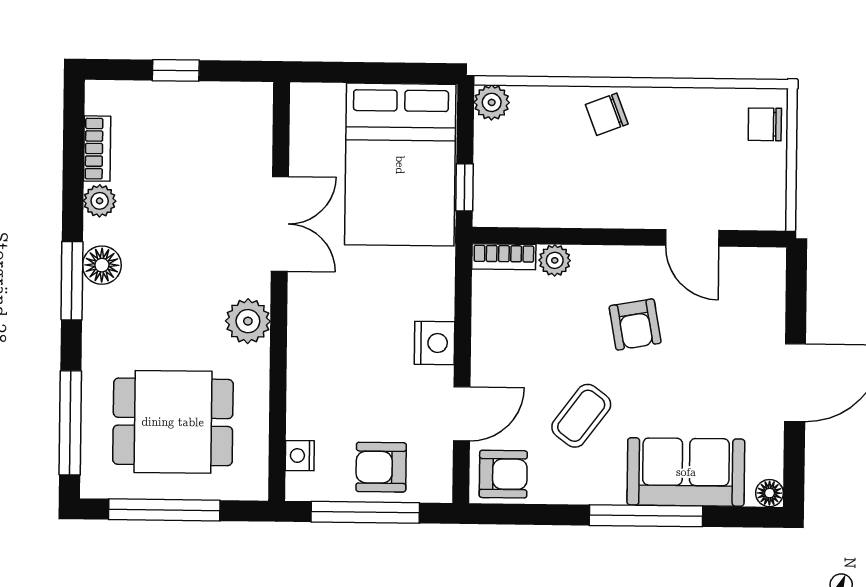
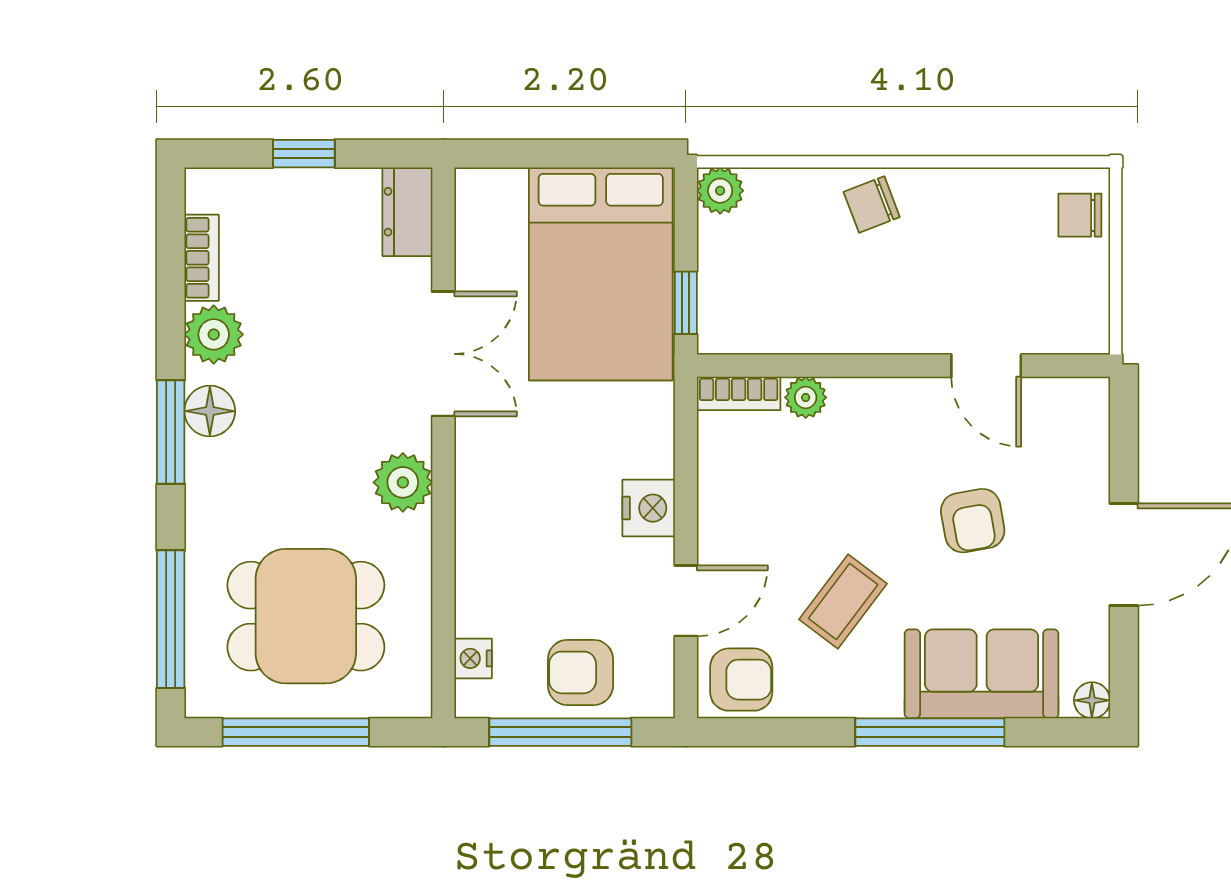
dresser: (254, 116) -> (407, 212), added
plant: (100, 201) -> (214, 334), width x1.38, depth x1.38
armchair: (635, 324) -> (973, 521), moved

